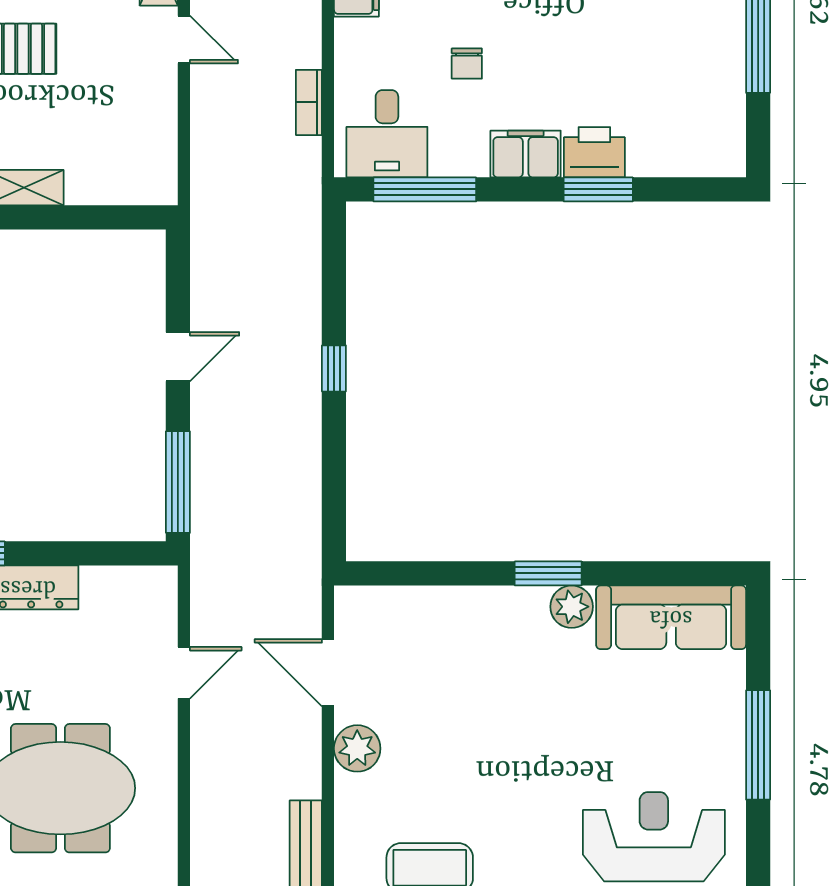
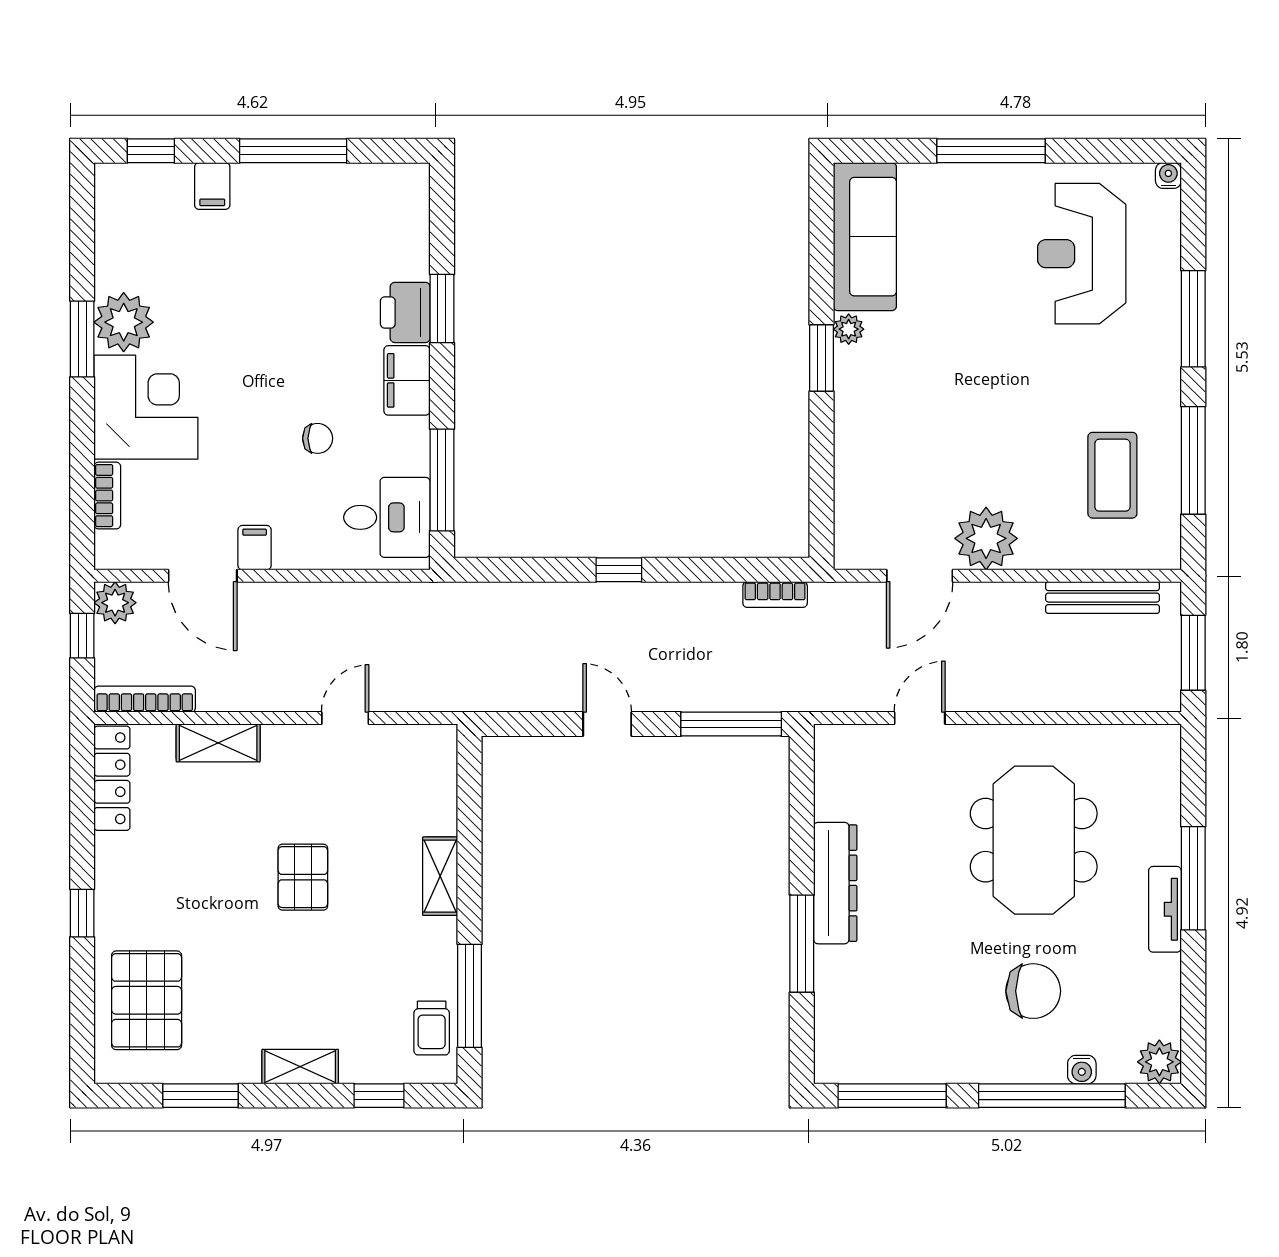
door: (184, 39) -> (345, 718), moved
bookcase: (309, 102) -> (775, 595), moved
plant: (572, 607) -> (849, 329), width x0.73, depth x0.73
door: (184, 673) -> (920, 718), hinge flipped
plant: (357, 748) -> (986, 538), width x1.36, depth x1.36

